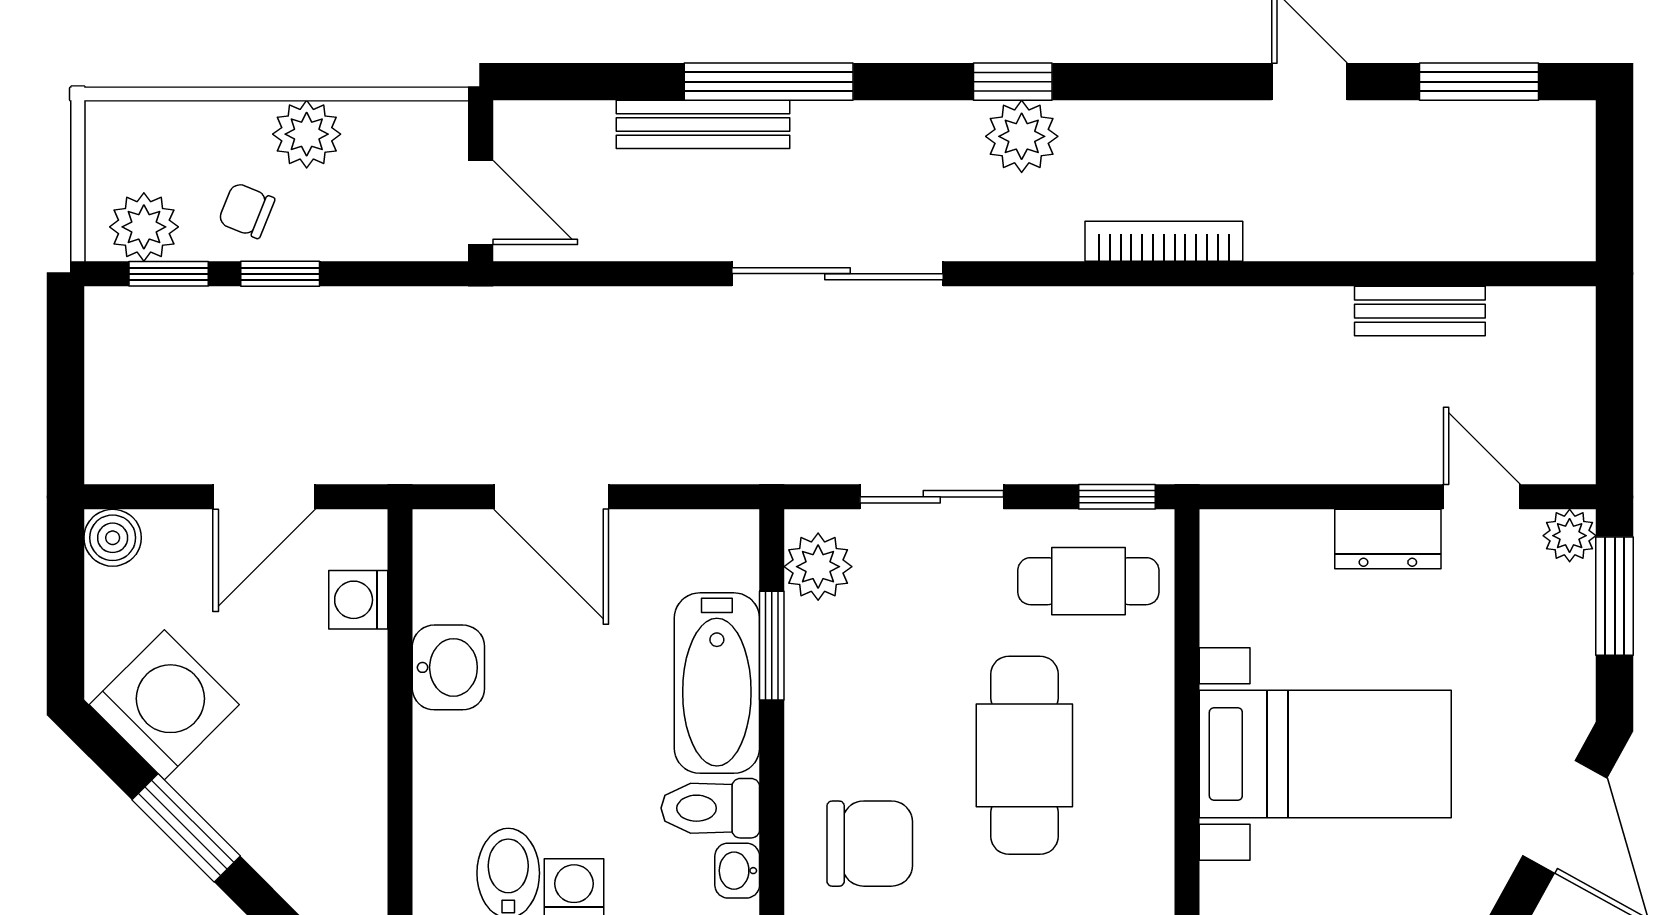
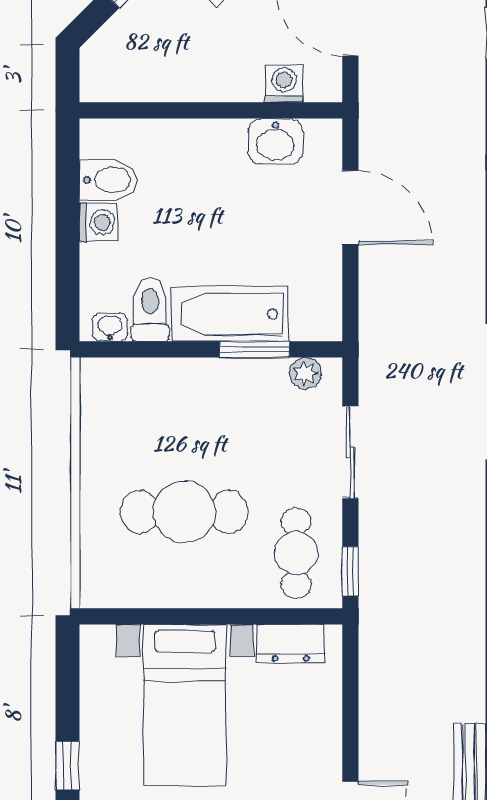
door: (551, 497) -> (350, 208), swing flipped
dresser: (1388, 539) -> (291, 643), moved, turned -90
plant: (818, 567) -> (305, 373), width x0.73, depth x0.73
washbasin: (448, 667) -> (275, 142), moved
chair: (870, 844) -> (127, 412), removed

